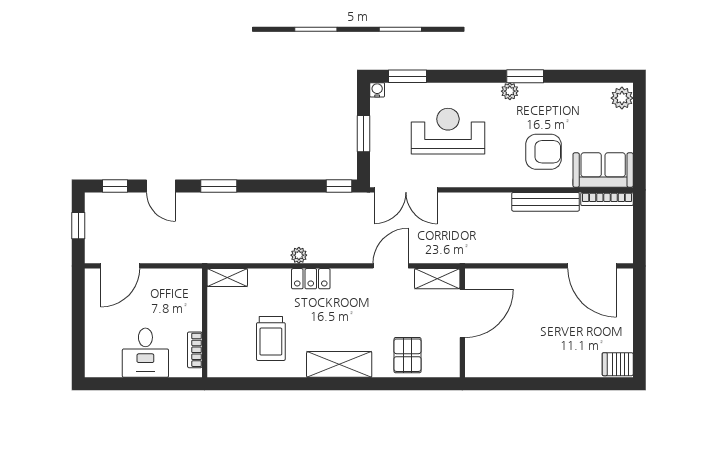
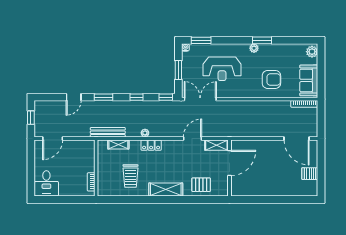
reception desk: (448, 131) -> (222, 69), turned 180
sofa: (603, 170) -> (309, 80), moved, turned -90
window: (115, 186) -> (137, 97), moved
door: (161, 186) -> (74, 97), hinge flipped
double door: (406, 190) -> (200, 99), swing flipped
bench: (546, 202) -> (108, 132), moved
shelving: (227, 278) -> (118, 145), moved
desk: (145, 353) -> (46, 183), moved
pallet: (408, 355) -> (201, 185), turned 90
server rack: (618, 364) -> (310, 174), moved

